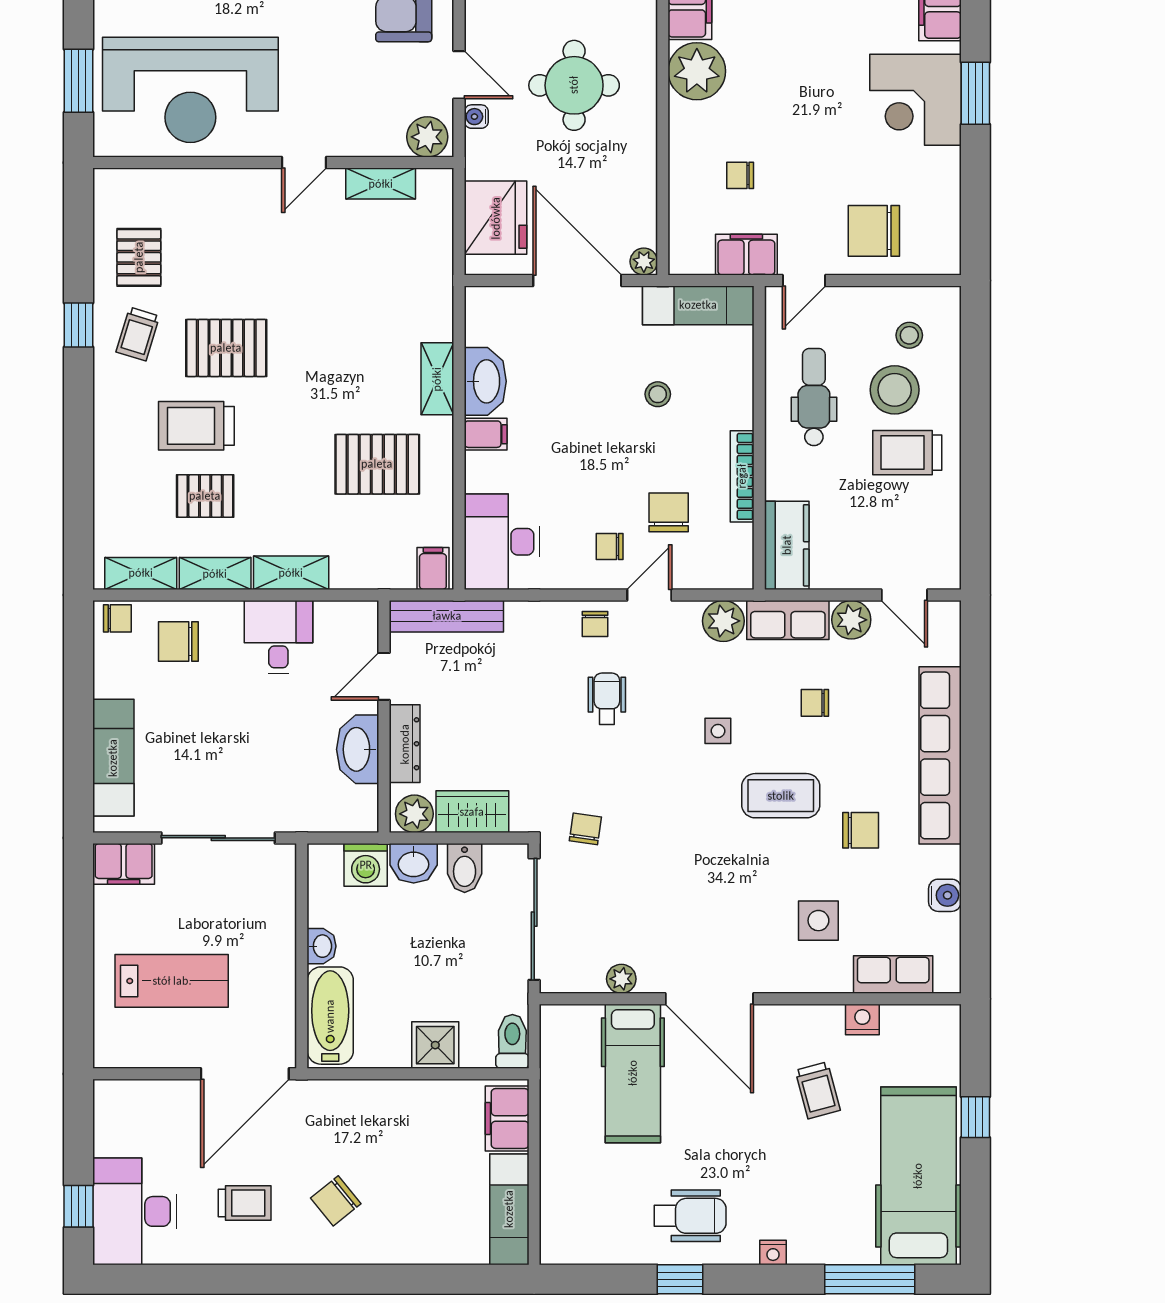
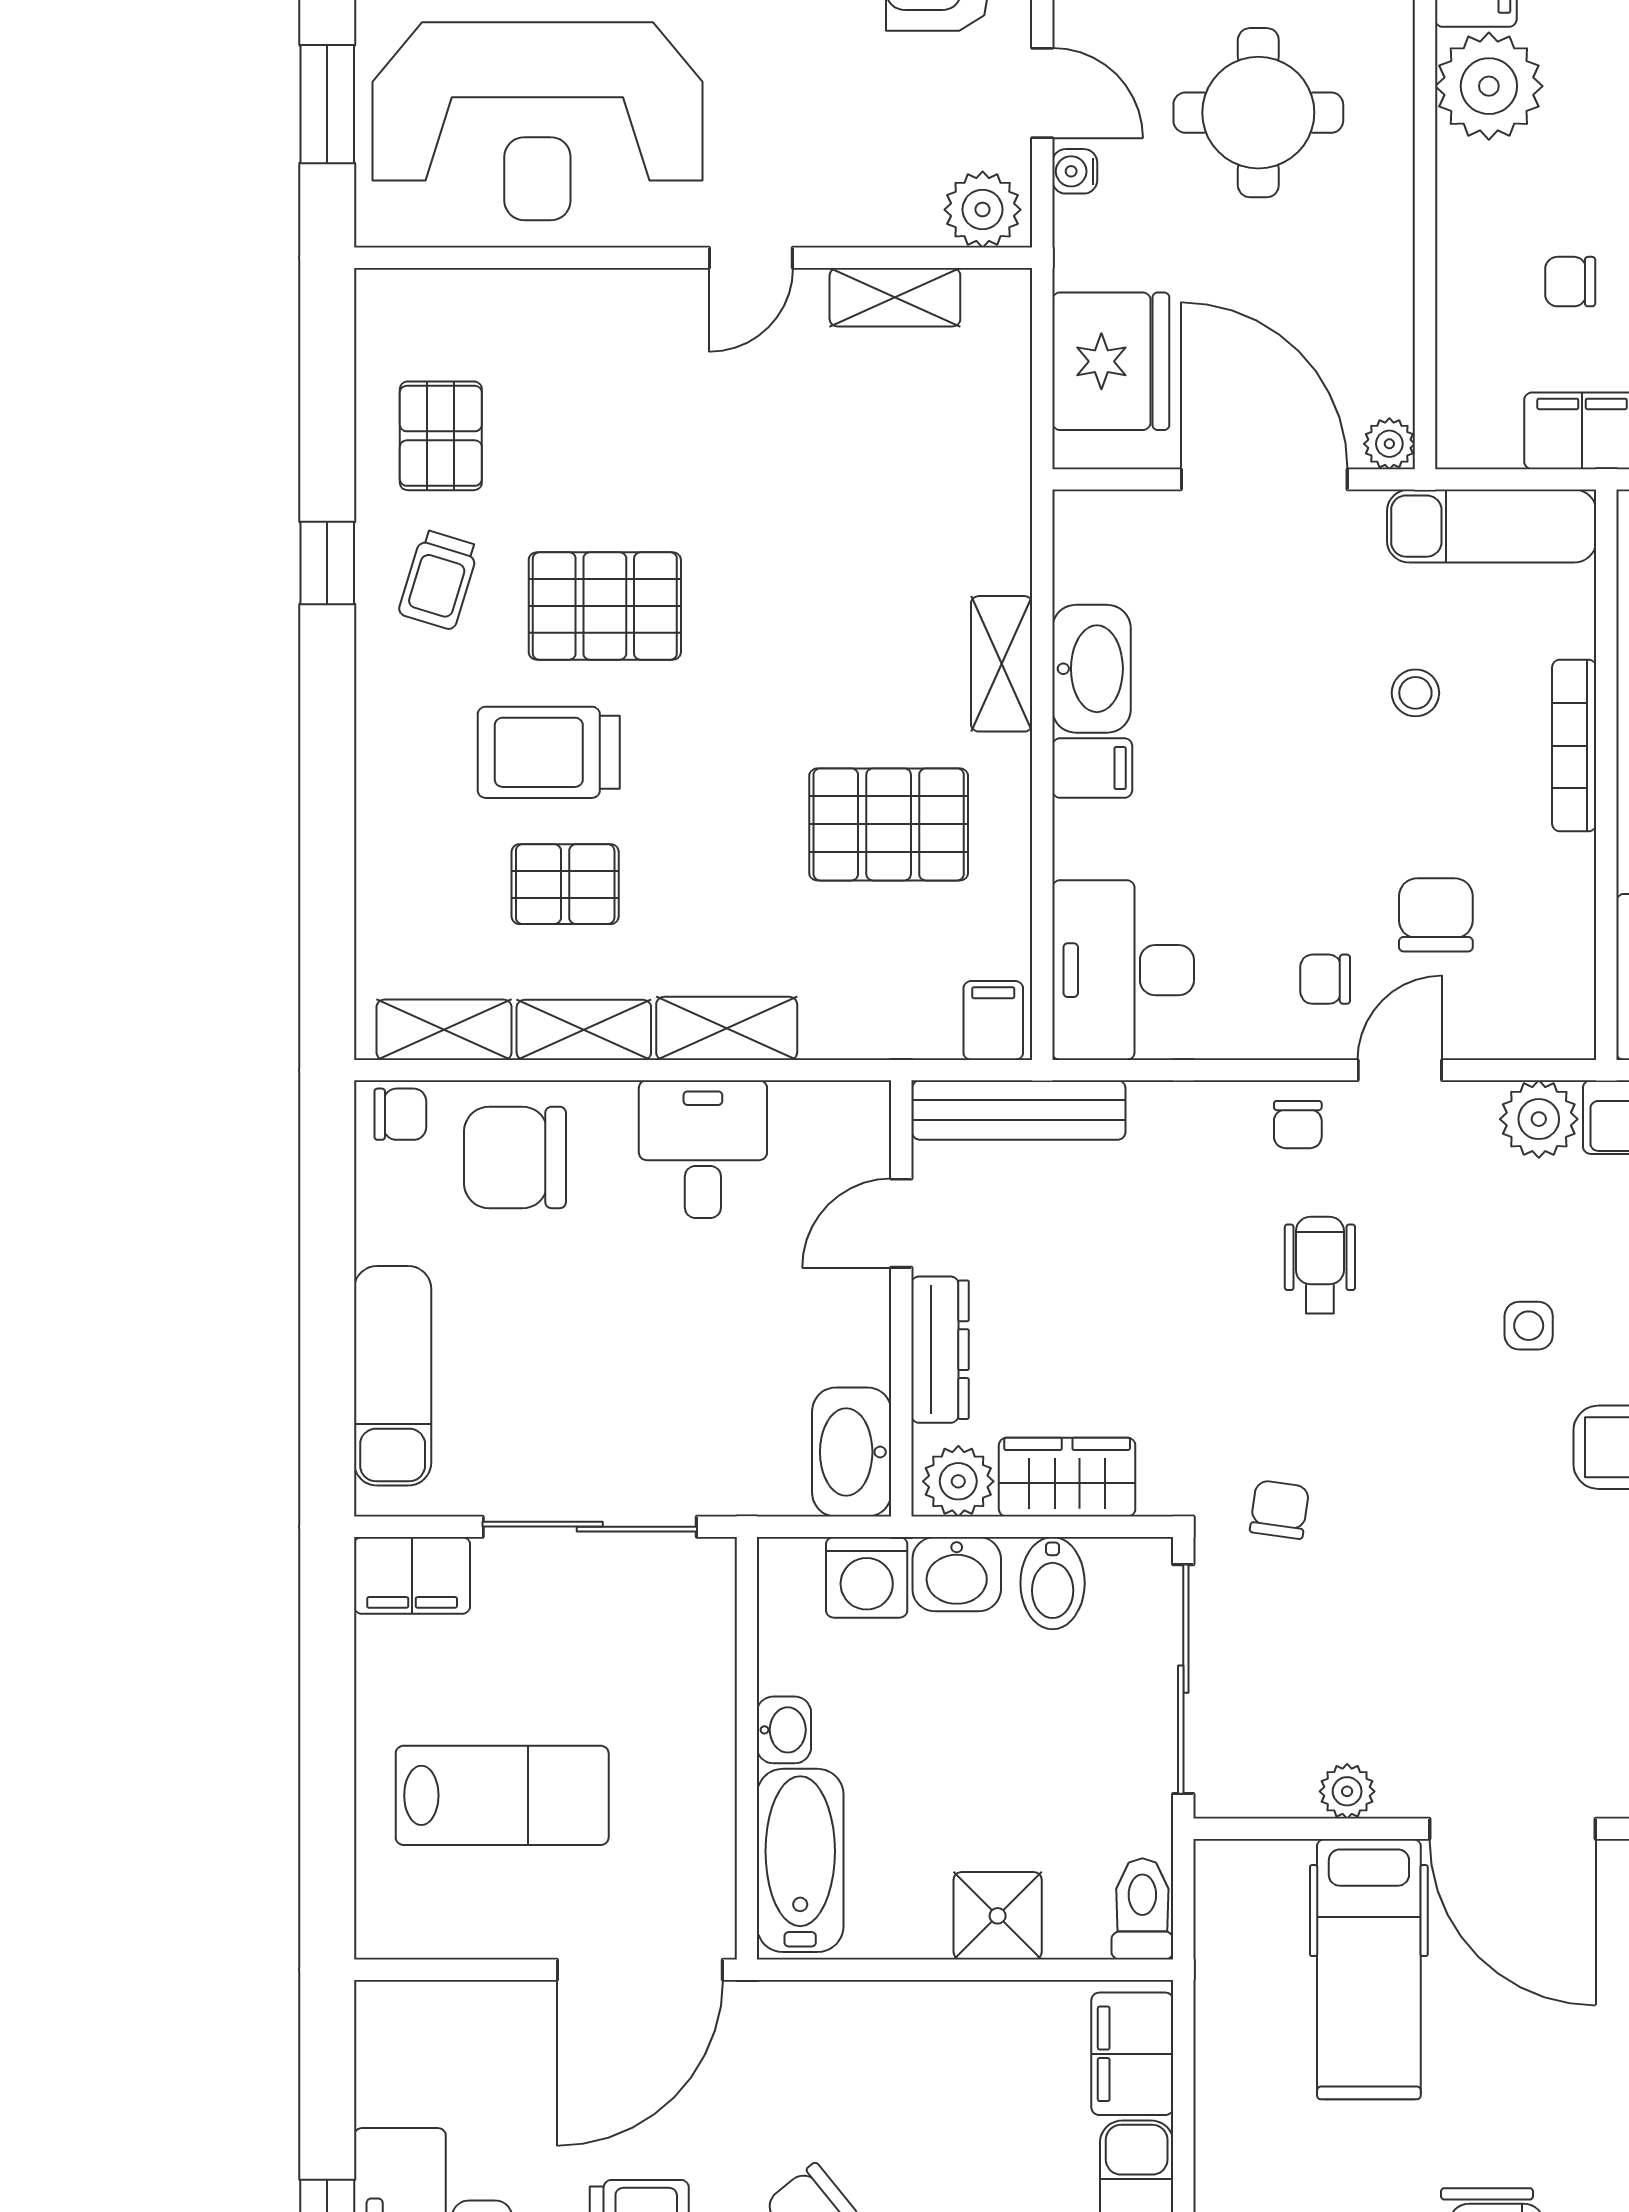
bookcase: (742, 476) -> (1574, 746), moved
chair: (178, 641) -> (515, 1157), width x1.37, depth x1.37
washbasin: (358, 749) -> (852, 1452), moved

